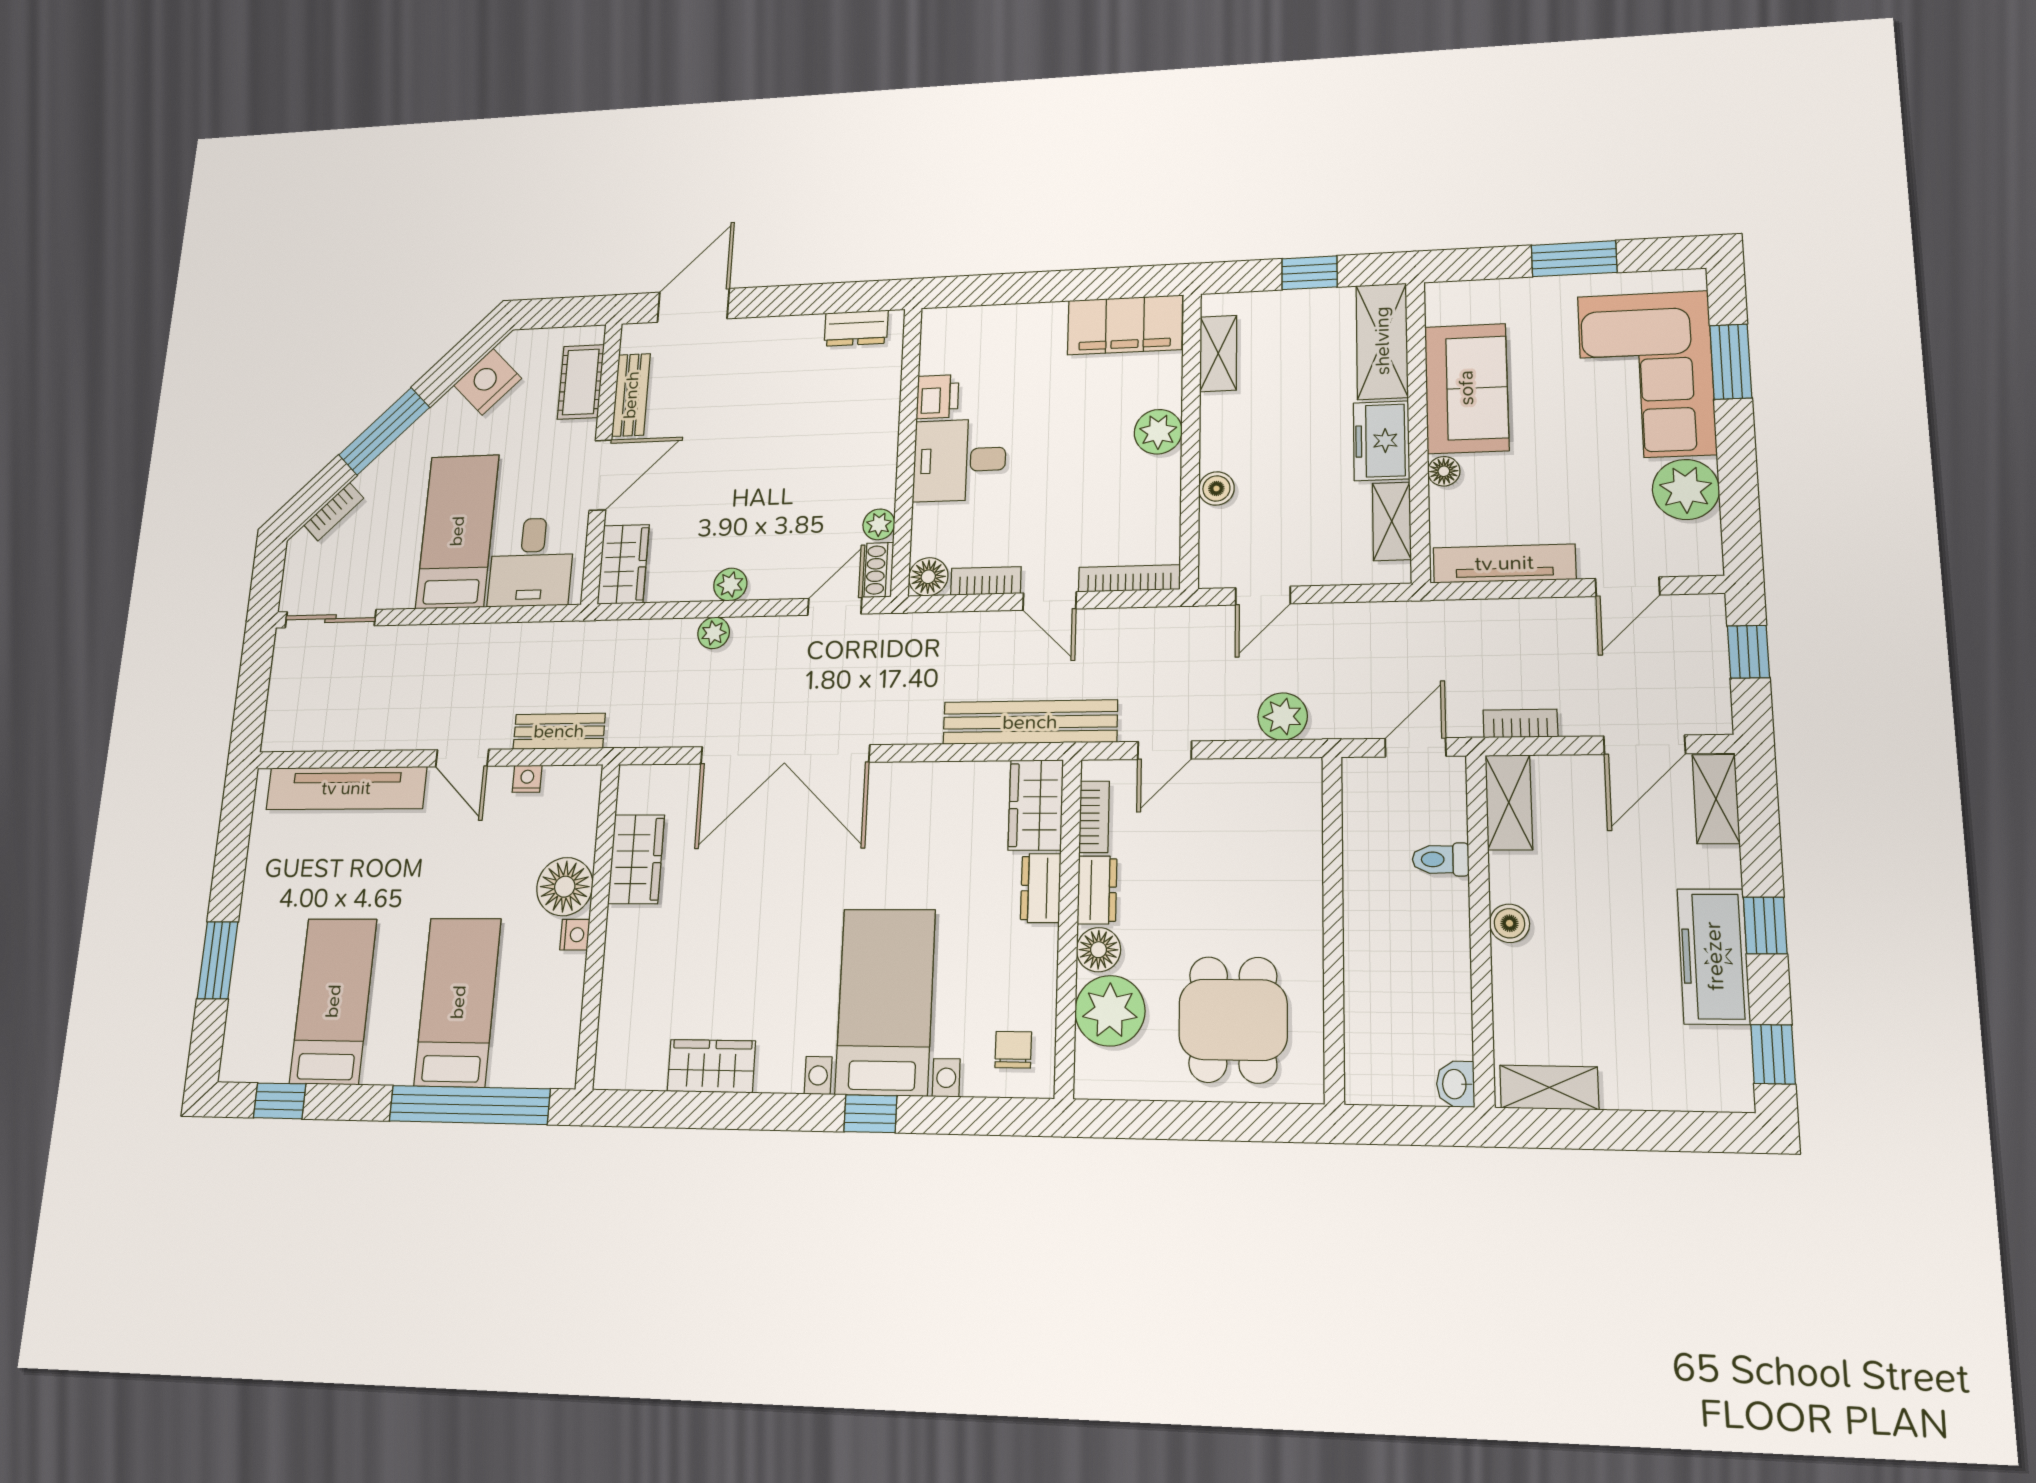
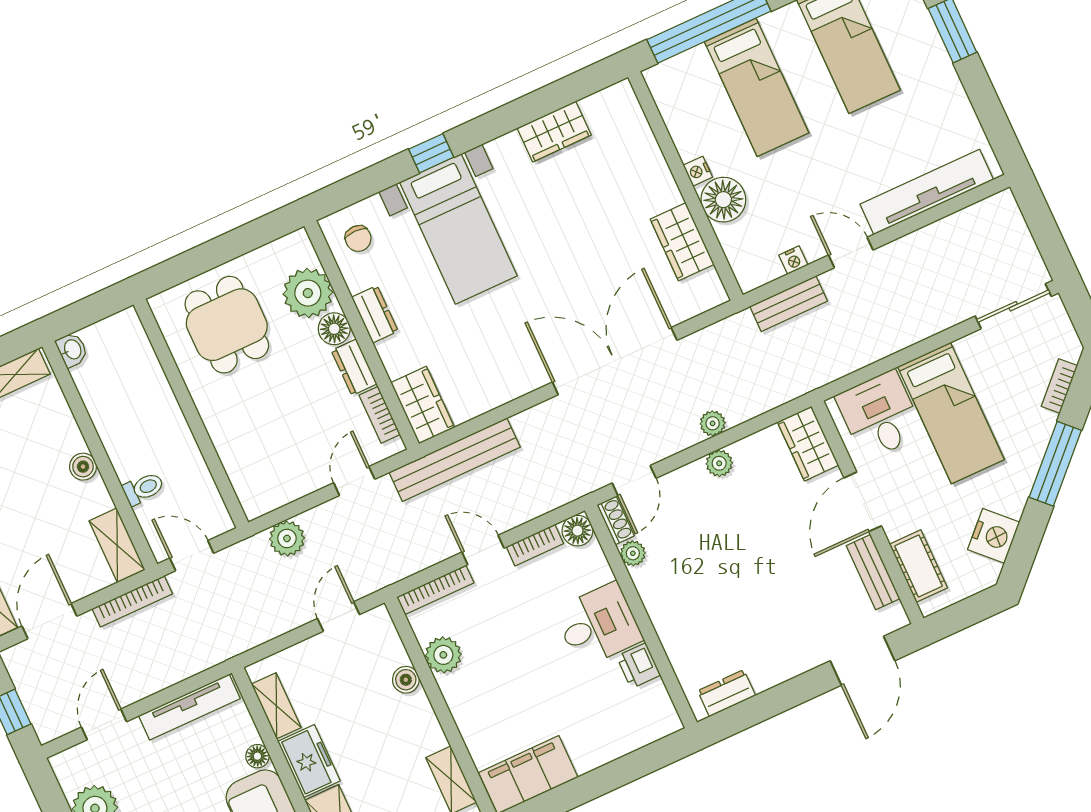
plant: (1158, 432) -> (443, 655), moved
bookcase: (1520, 723) -> (132, 601), width x1.56
door: (1416, 747) -> (192, 556), swing flipped
dresser: (1041, 888) -> (375, 314), moved

